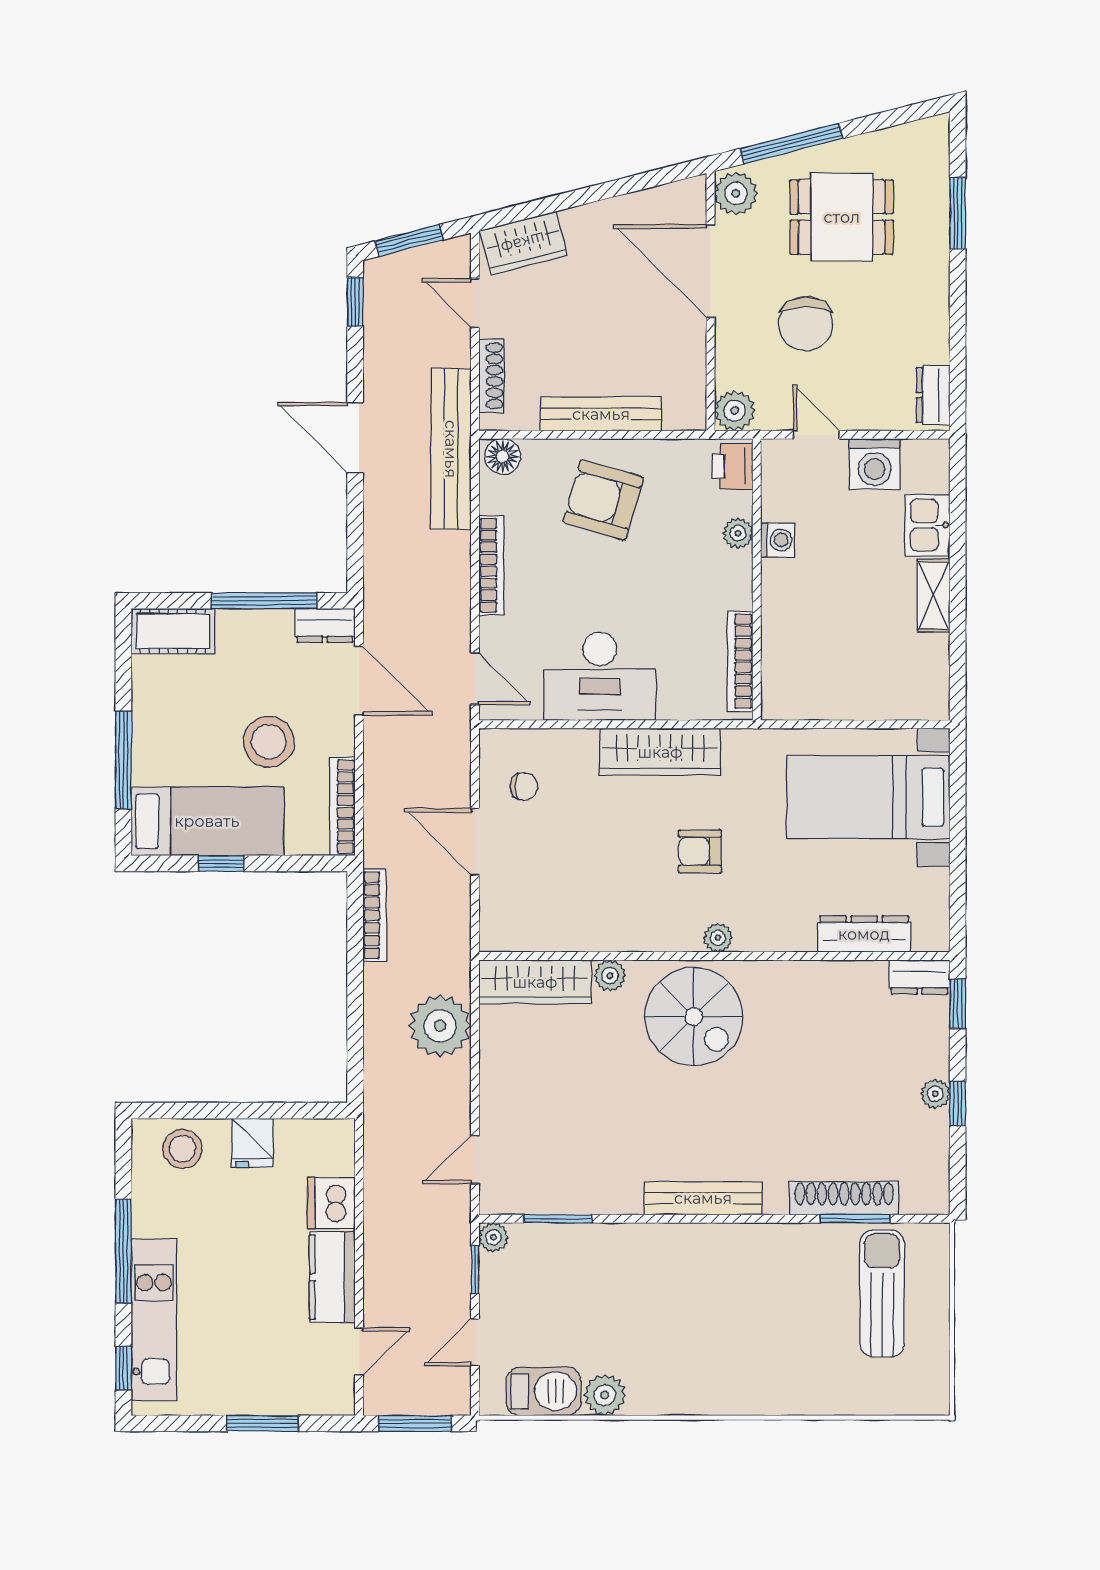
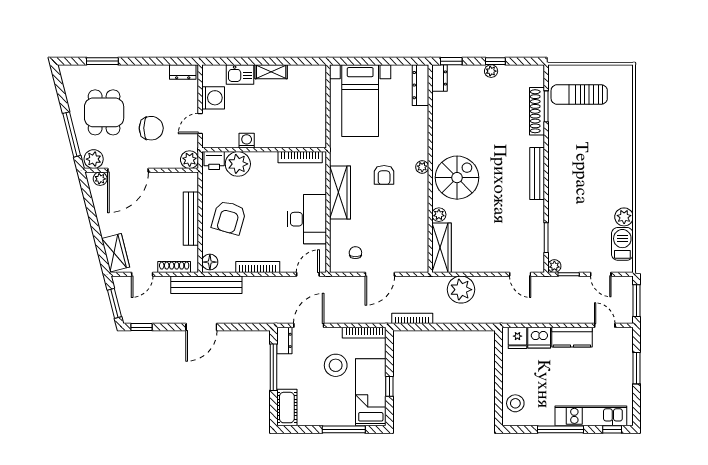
plant: (691, 208) -> (100, 179), added
plant: (738, 533) -> (238, 164), width x1.88, depth x1.88
dresser: (864, 934) -> (421, 85), moved
fridge: (252, 1143) -> (517, 338), moved, turned 90

